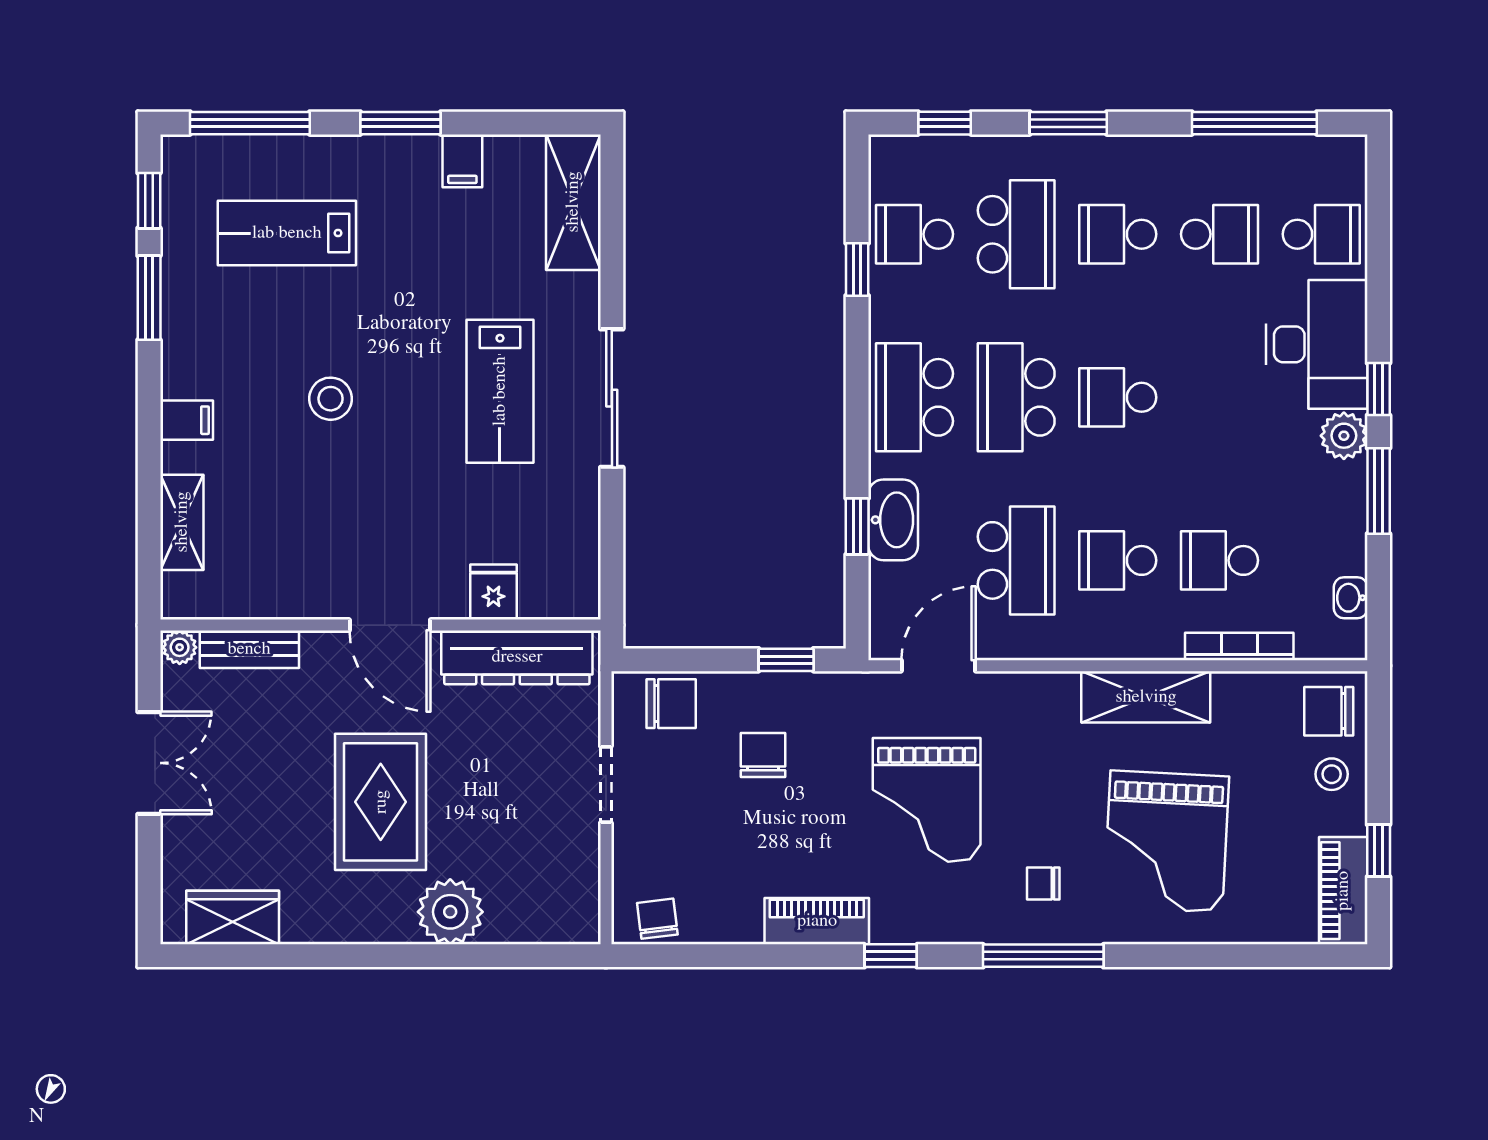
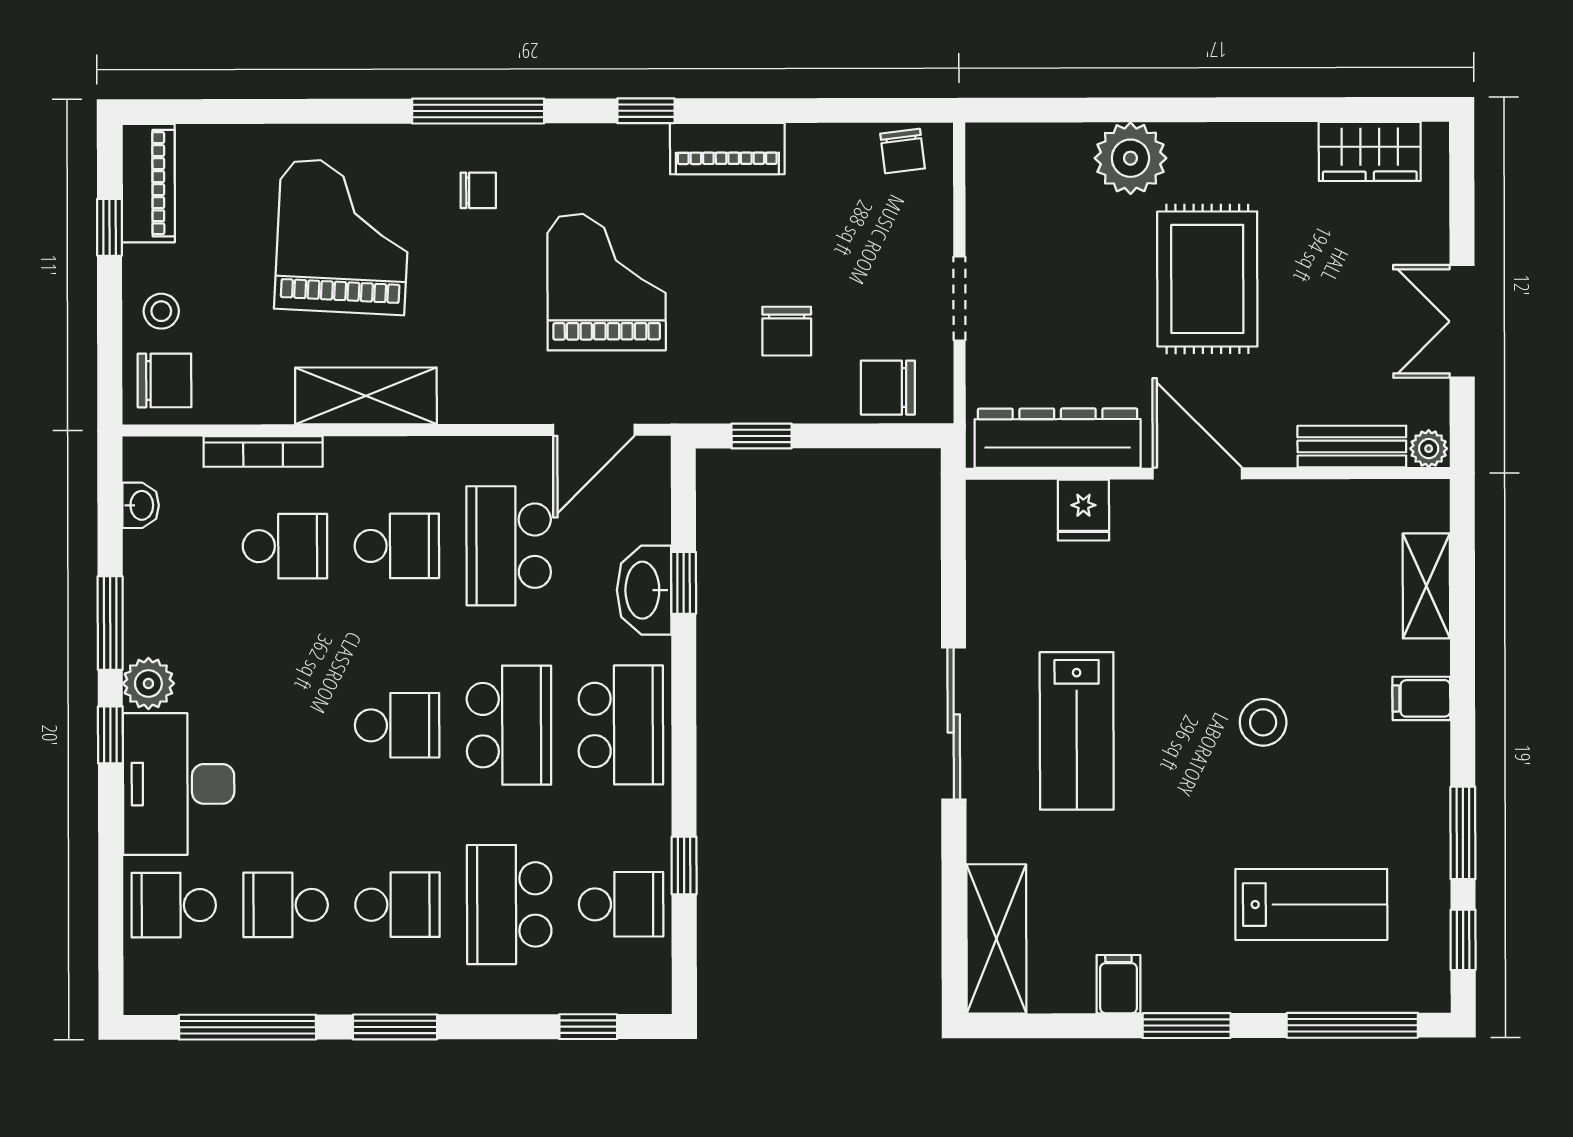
window: (1068, 123) -> (395, 1027), moved
lab bench: (500, 391) -> (1077, 731), turned 180

